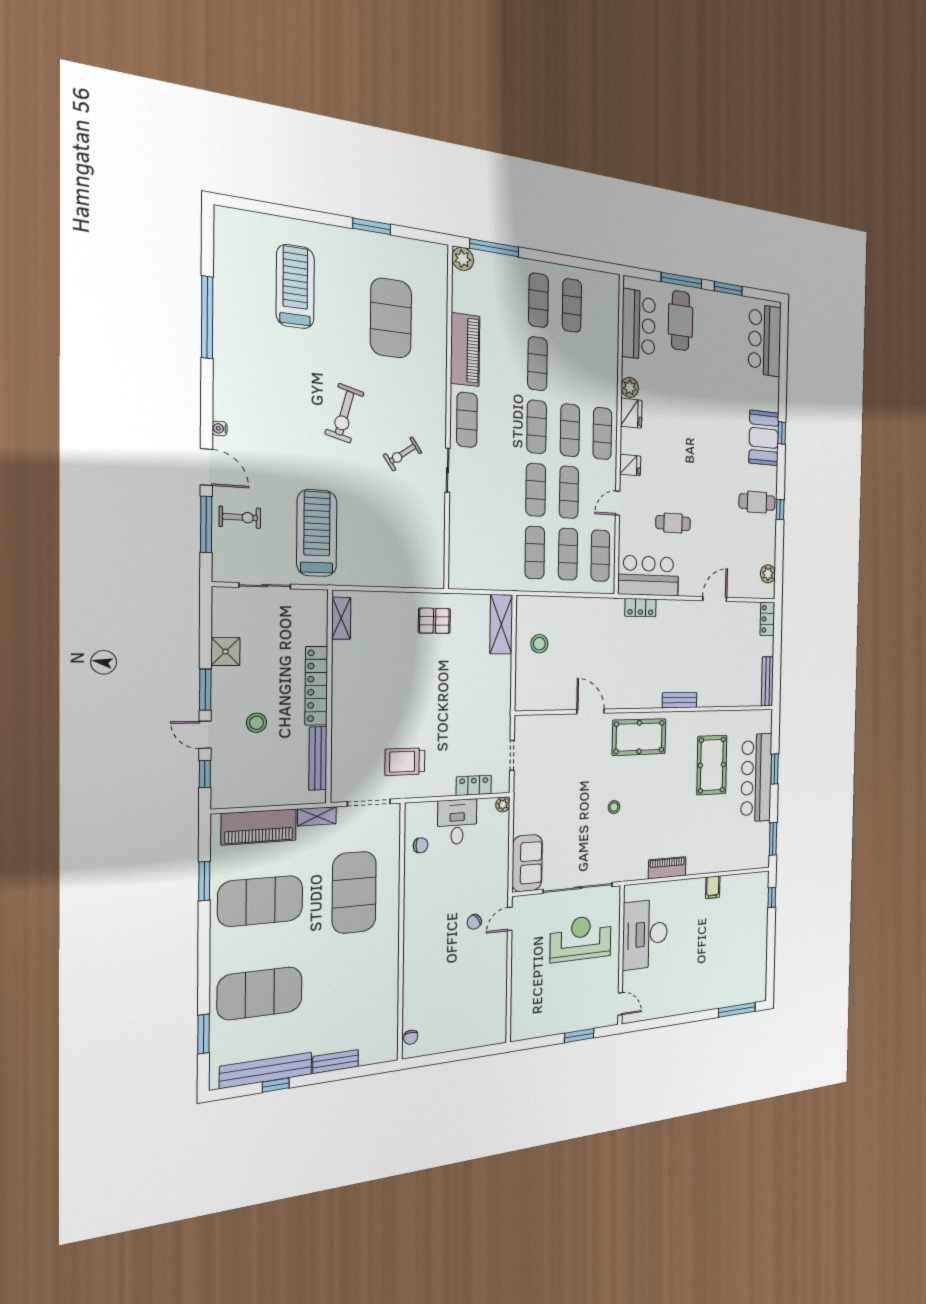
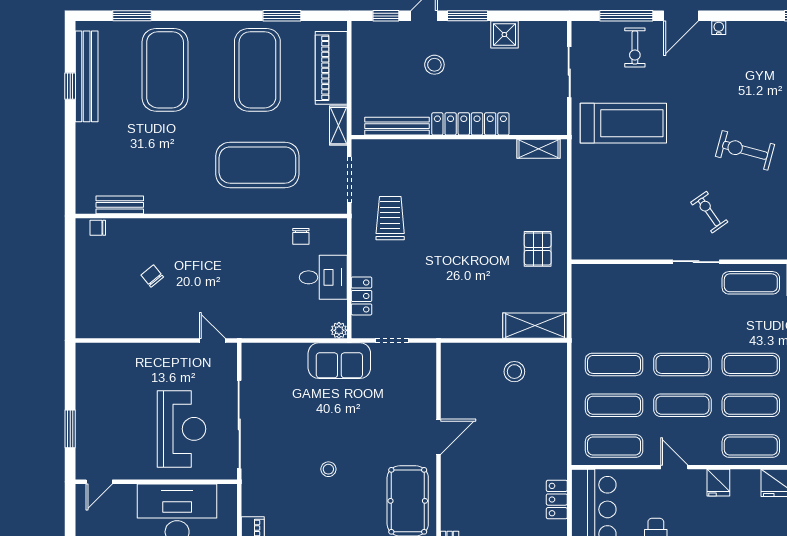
sofa: (527, 863) -> (339, 361), moved
chair: (474, 922) -> (152, 276), moved
bench: (336, 1062) -> (120, 205), moved, turned 90

